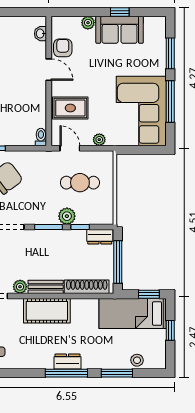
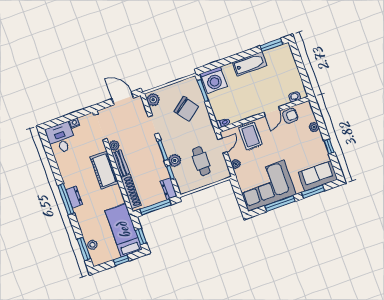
sofa: (120, 30) -> (318, 176), moved, turned 90
window: (117, 373) -> (84, 249), moved

